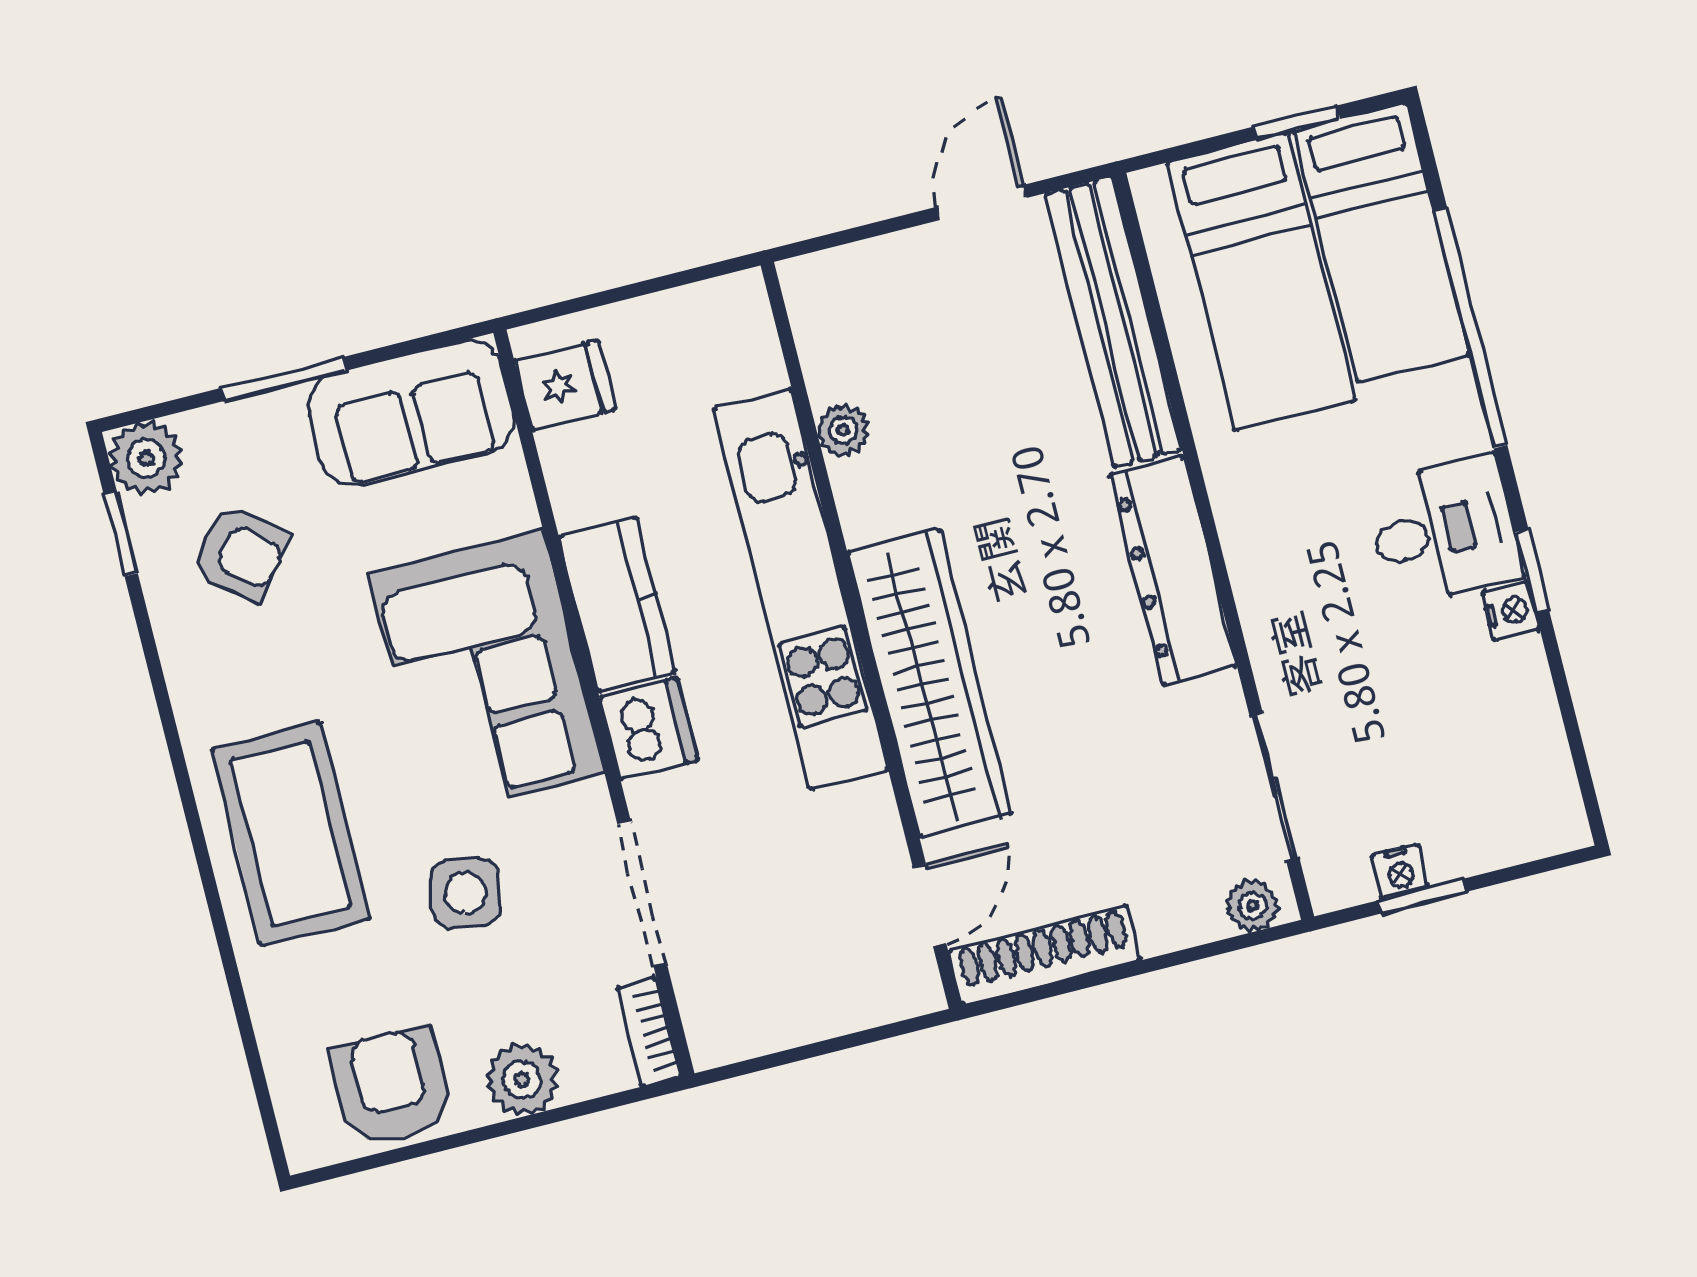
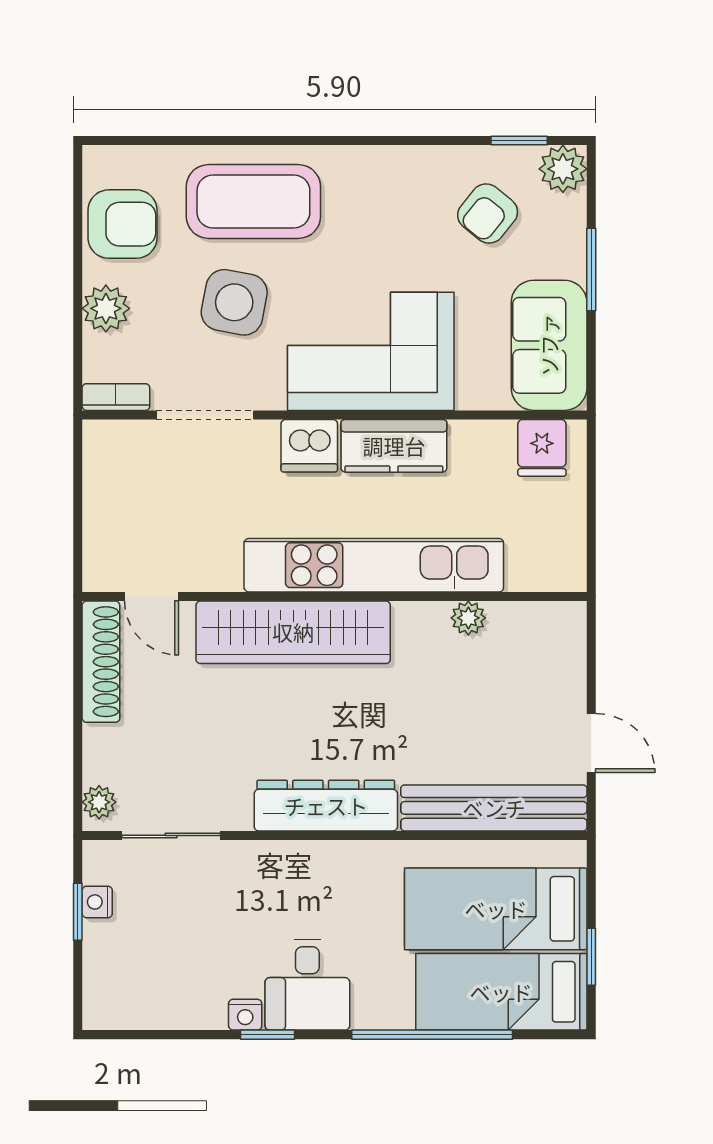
coffee table: (291, 834) -> (253, 201), moved
side table: (465, 893) -> (234, 302), width x1.37, depth x1.37

